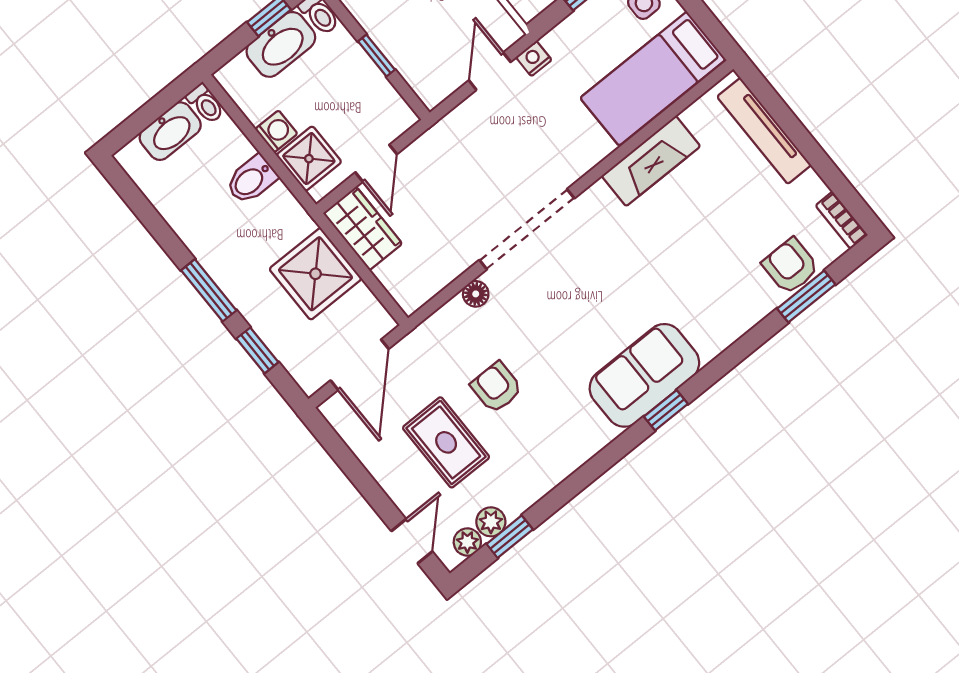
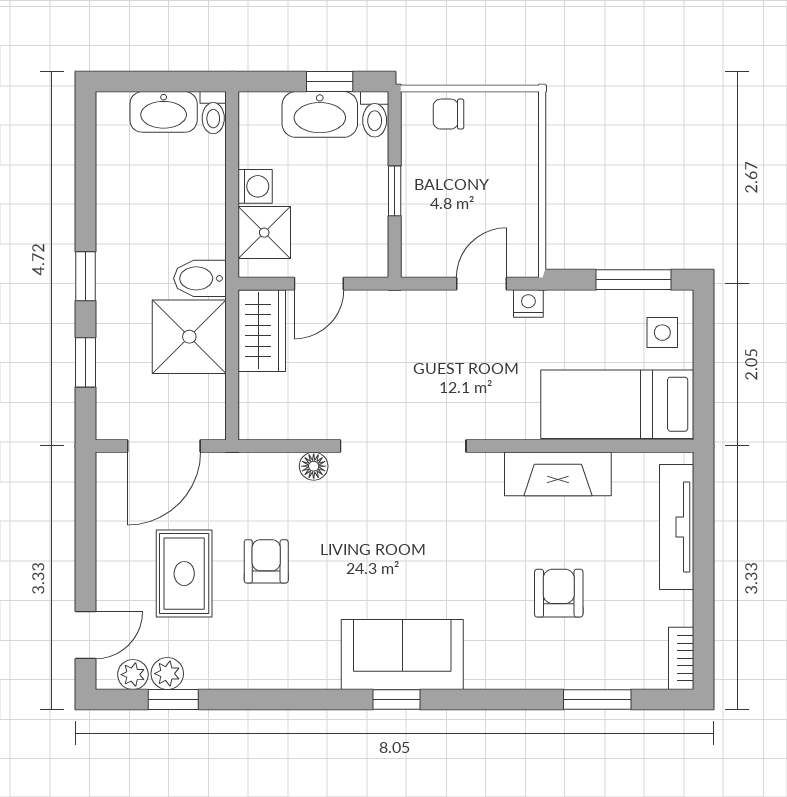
bidet: (251, 180) -> (200, 278), moved
armchair: (790, 266) -> (559, 593), moved
window: (209, 290) -> (86, 276), width x0.67

